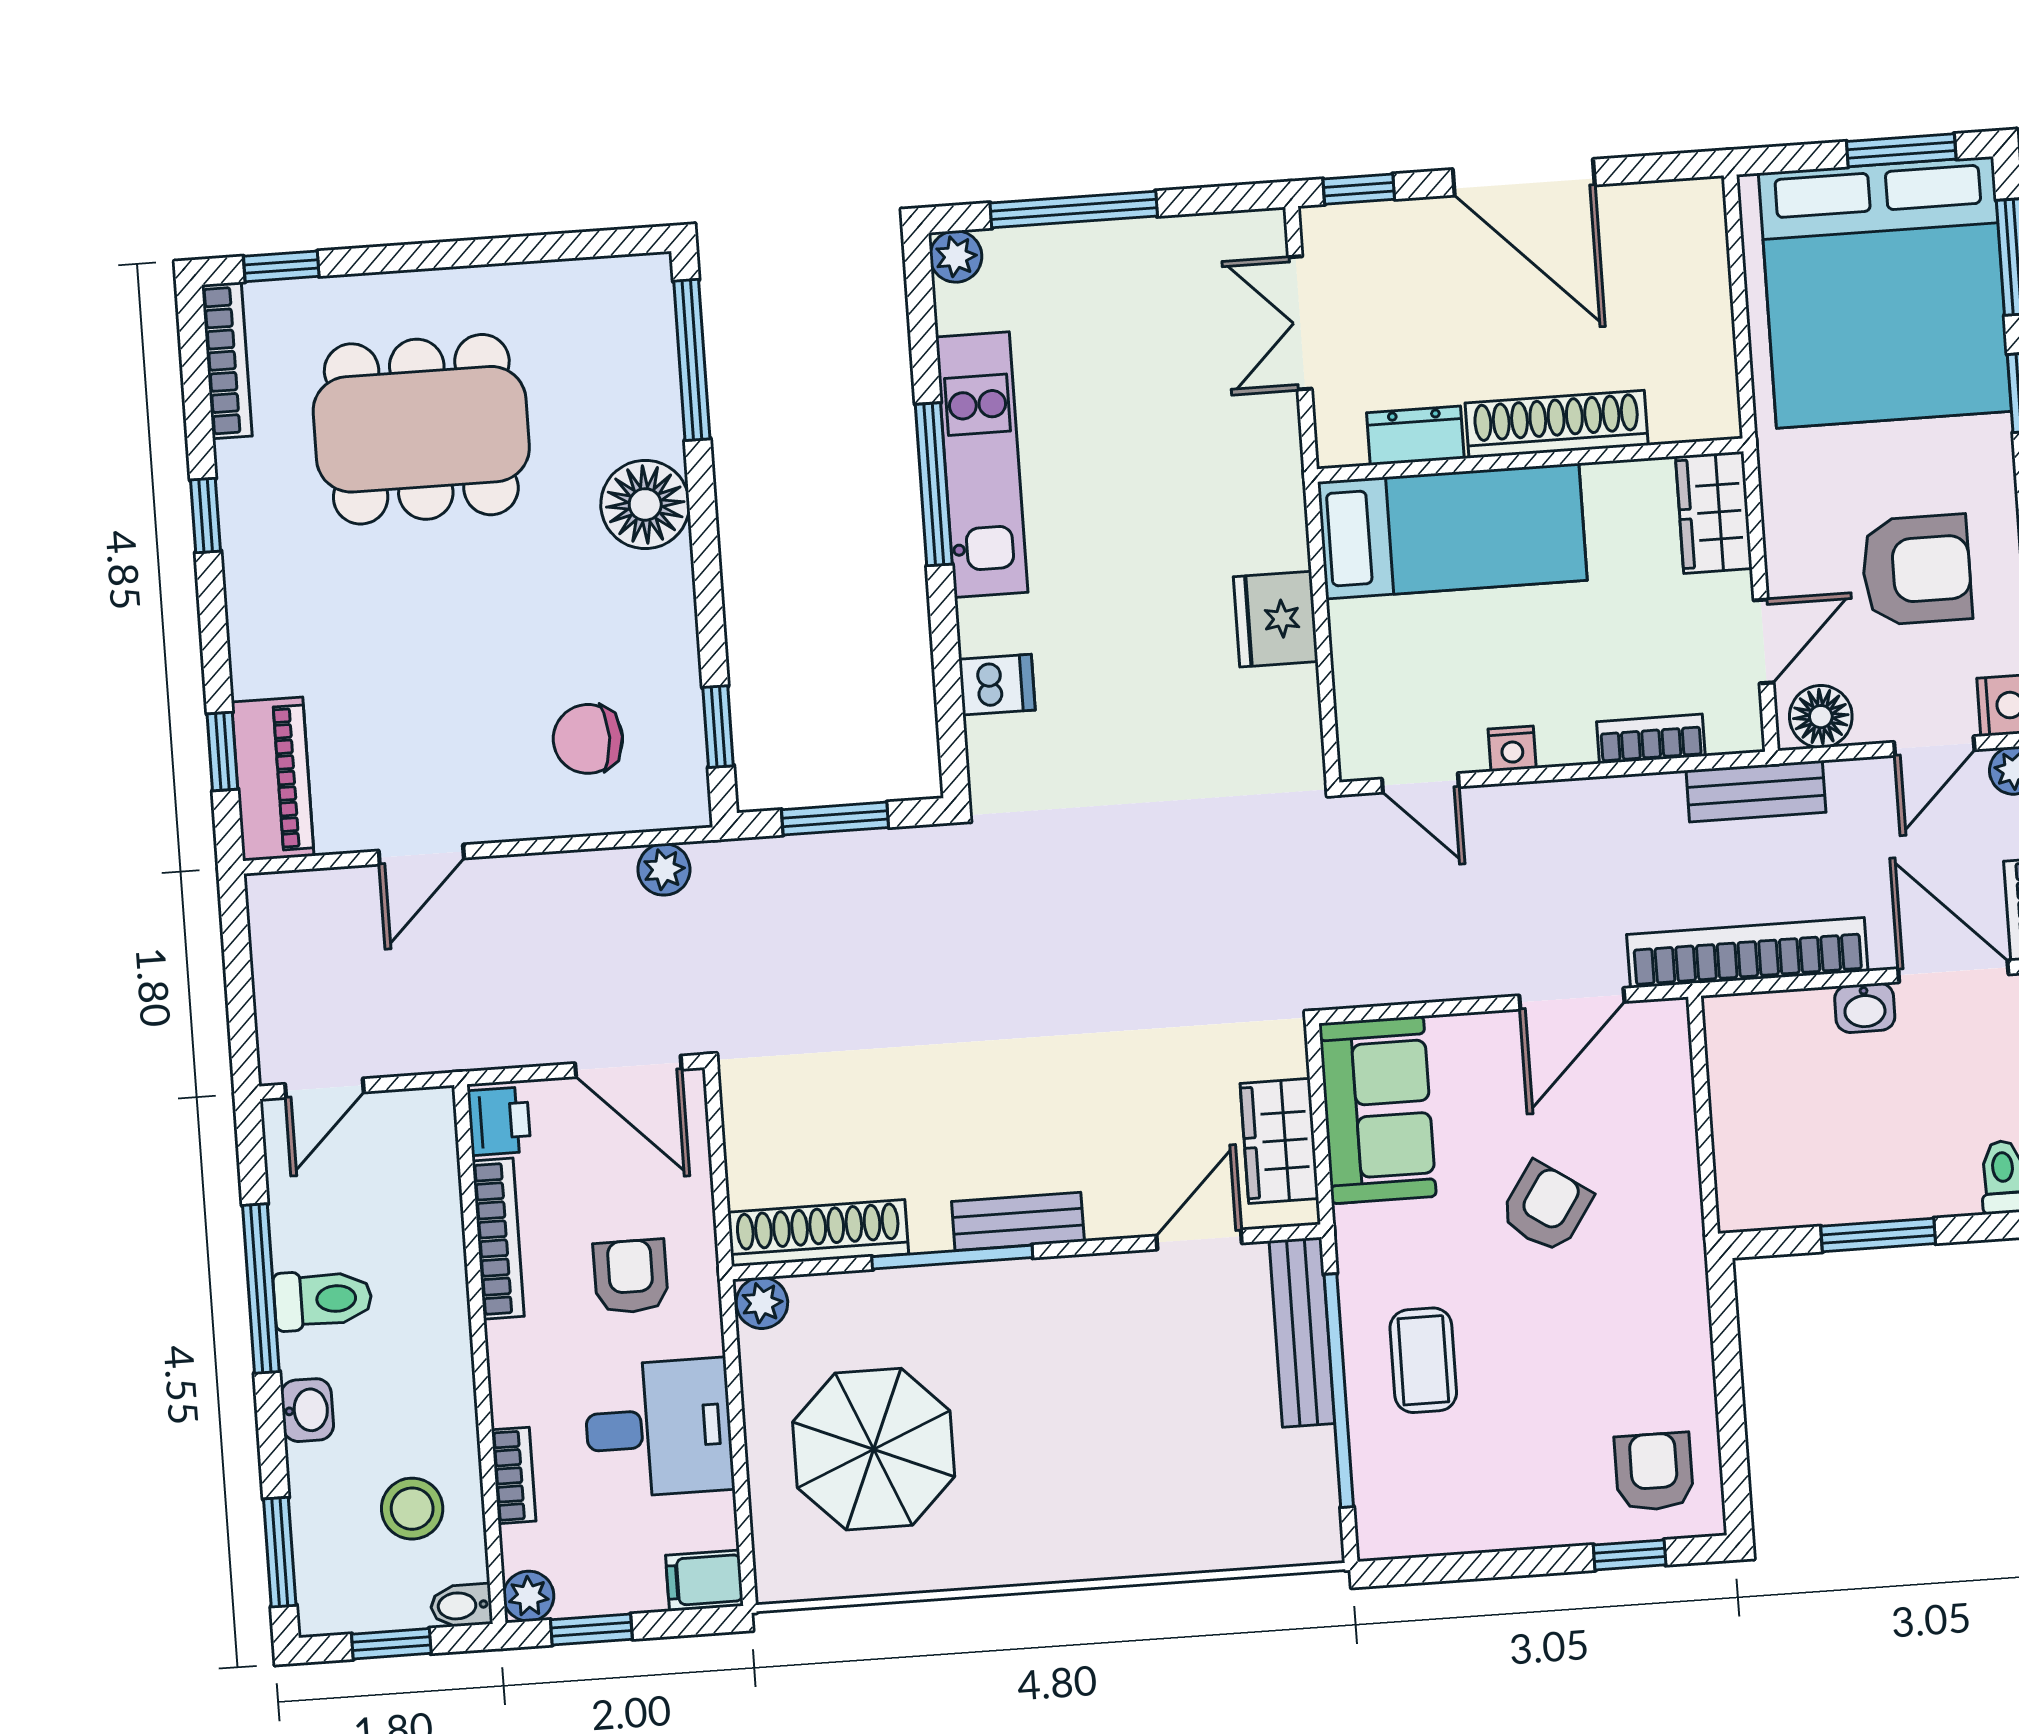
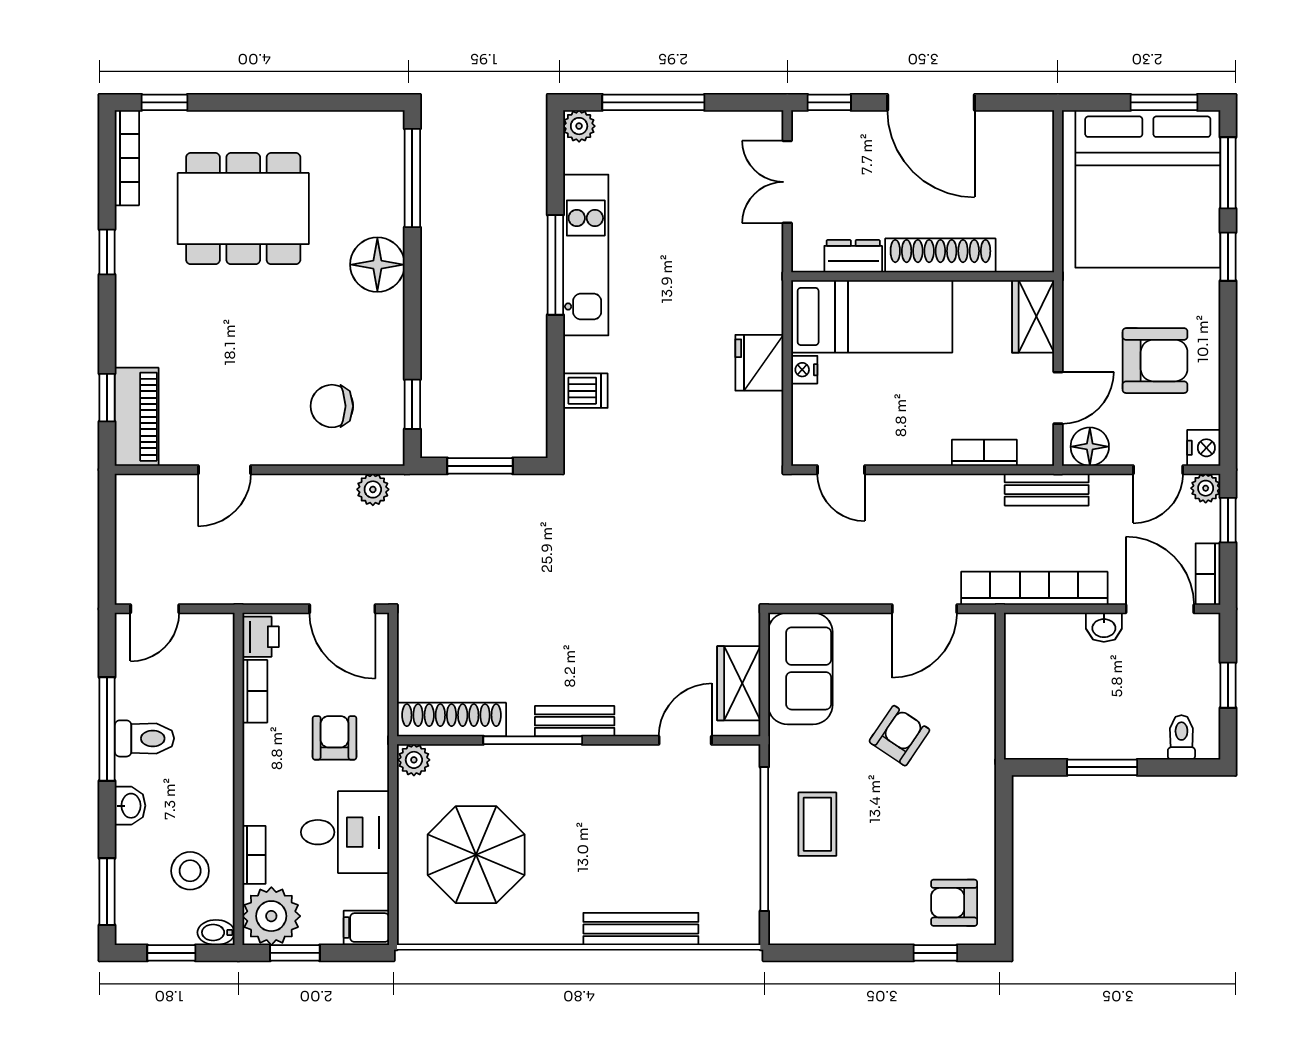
nightstand: (1512, 749) -> (804, 370), moved, turned 90
bookcase: (498, 1239) -> (255, 691), width x0.64
bench: (1302, 1332) -> (641, 929), moved, turned 90
armchair: (1654, 1472) -> (954, 903), turned -90
plant: (529, 1596) -> (271, 916), width x1.87, depth x1.87

